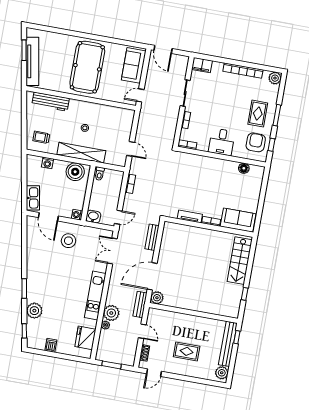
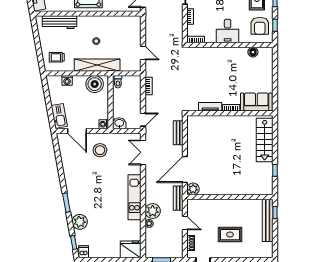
armchair: (256, 142) -> (260, 26), turned 180
fridge: (85, 338) -> (130, 249), moved, turned 90
dishwasher: (51, 345) -> (84, 252), moved
plant: (222, 373) -> (267, 249), removed

